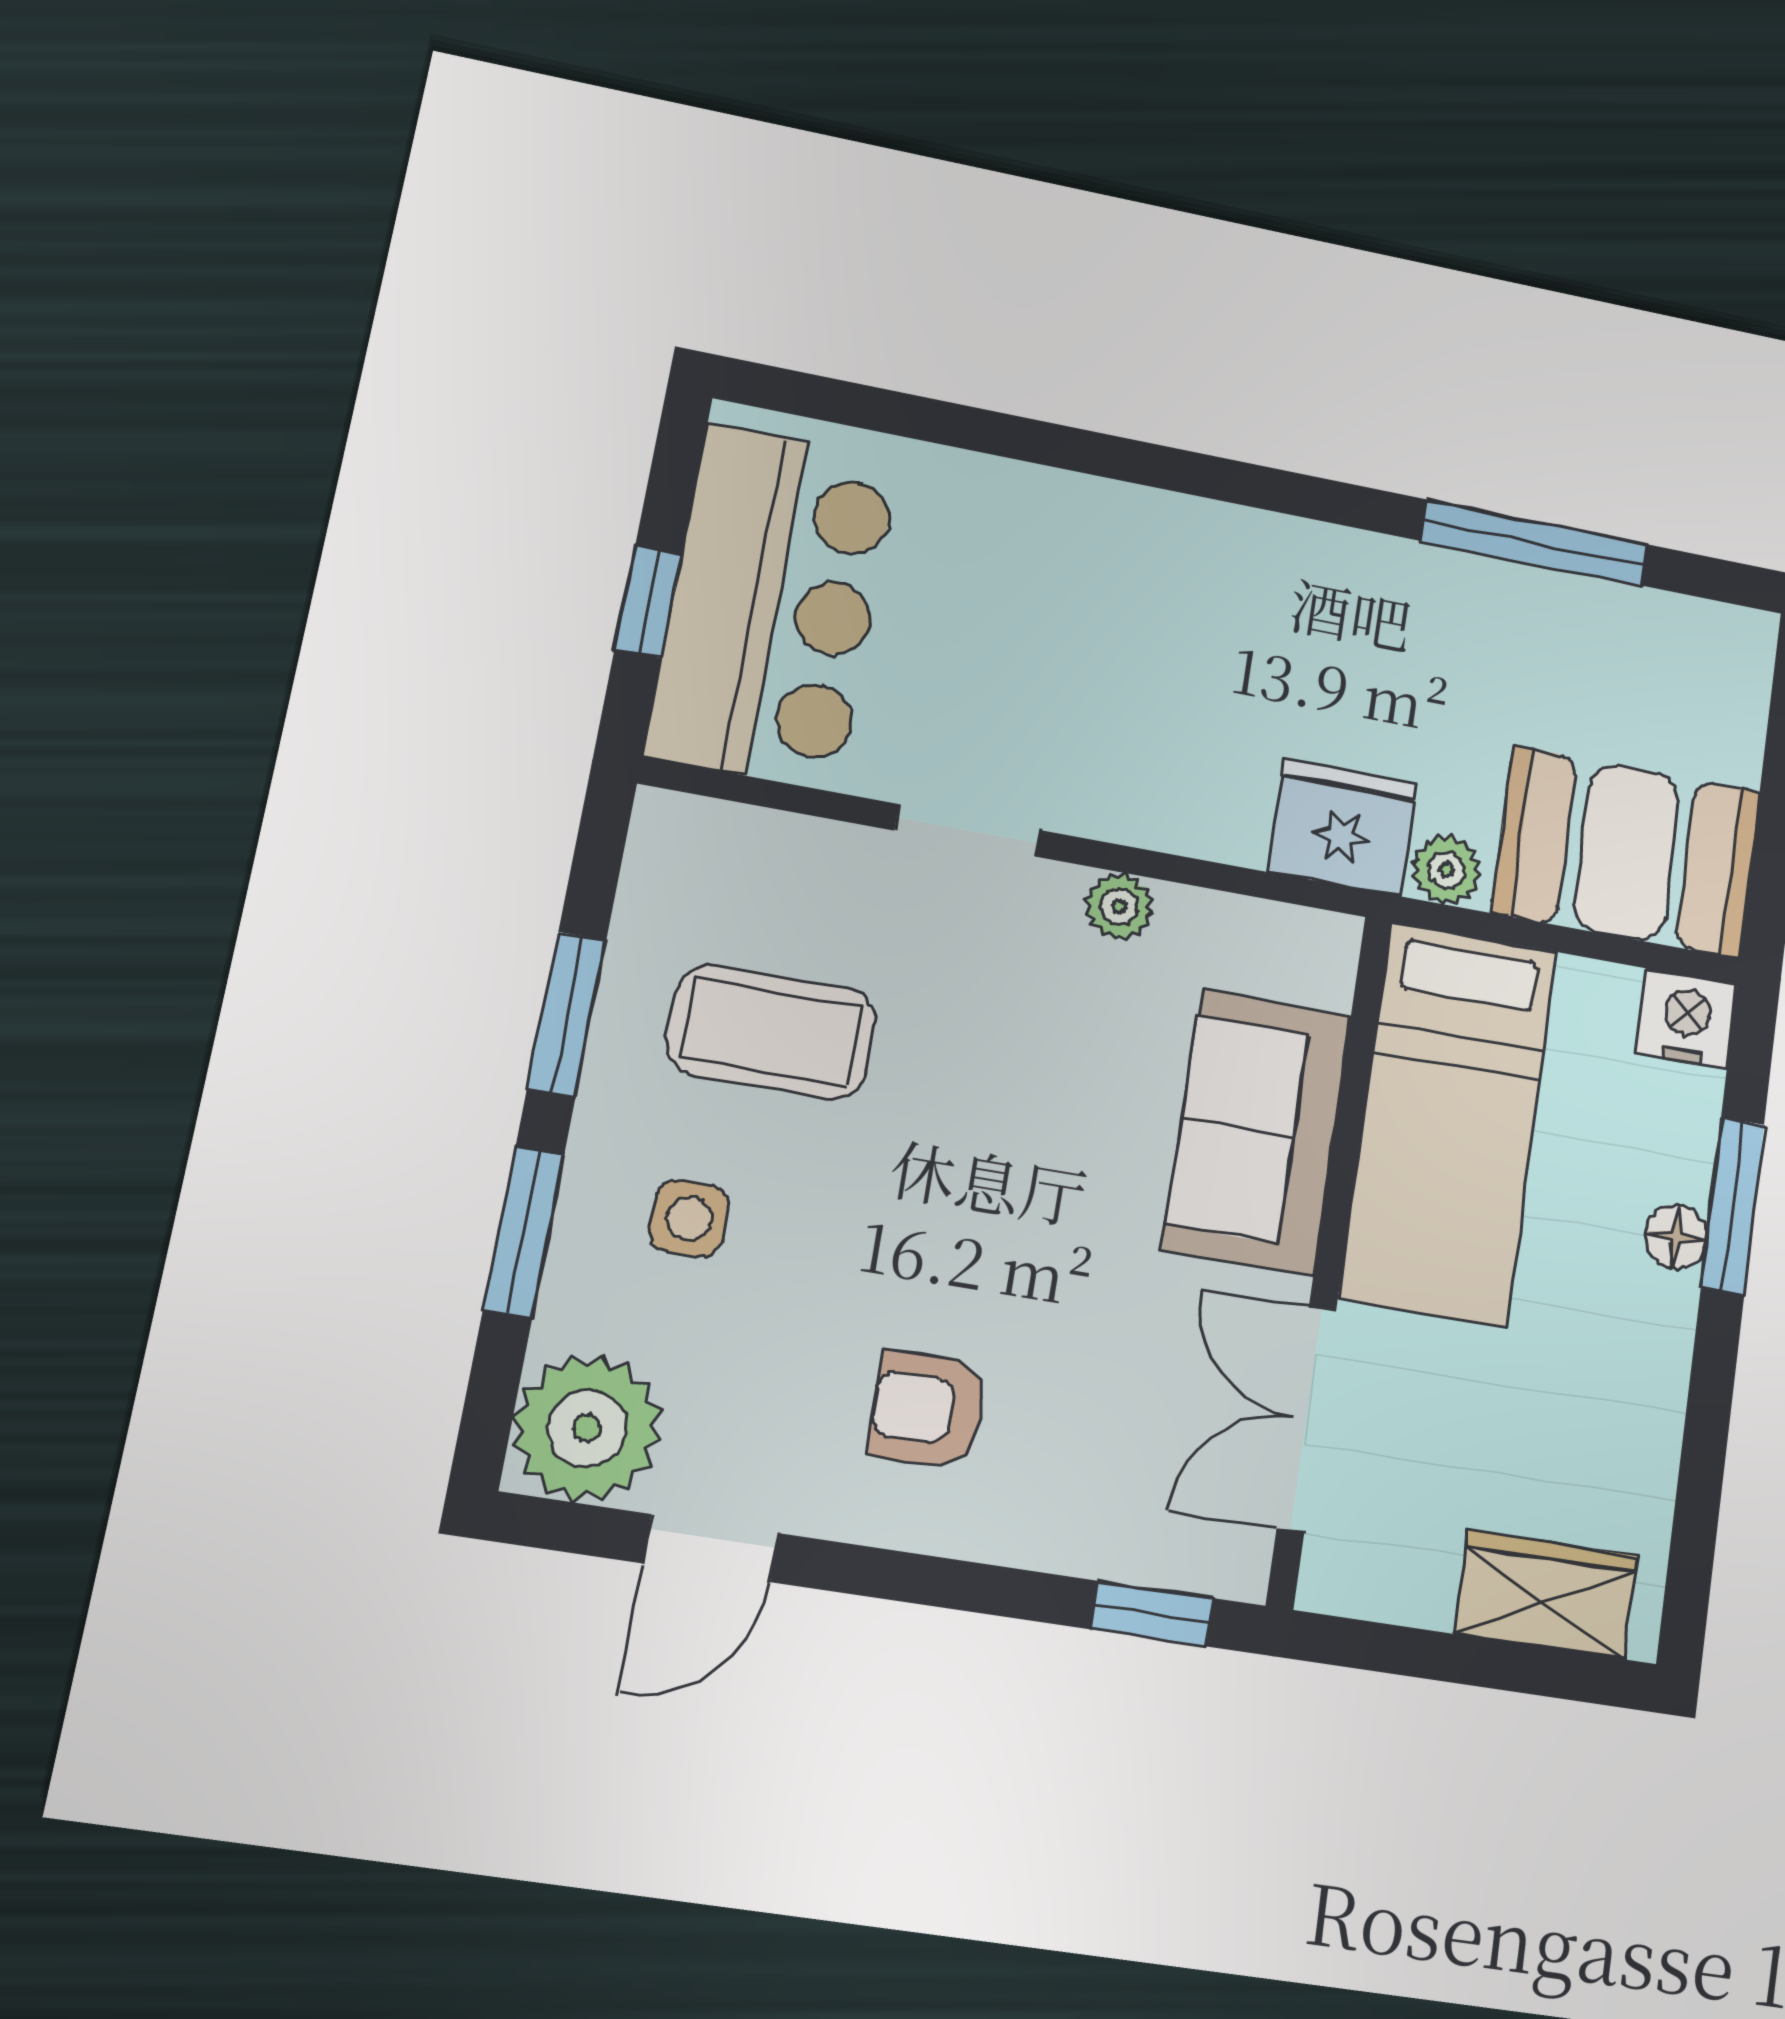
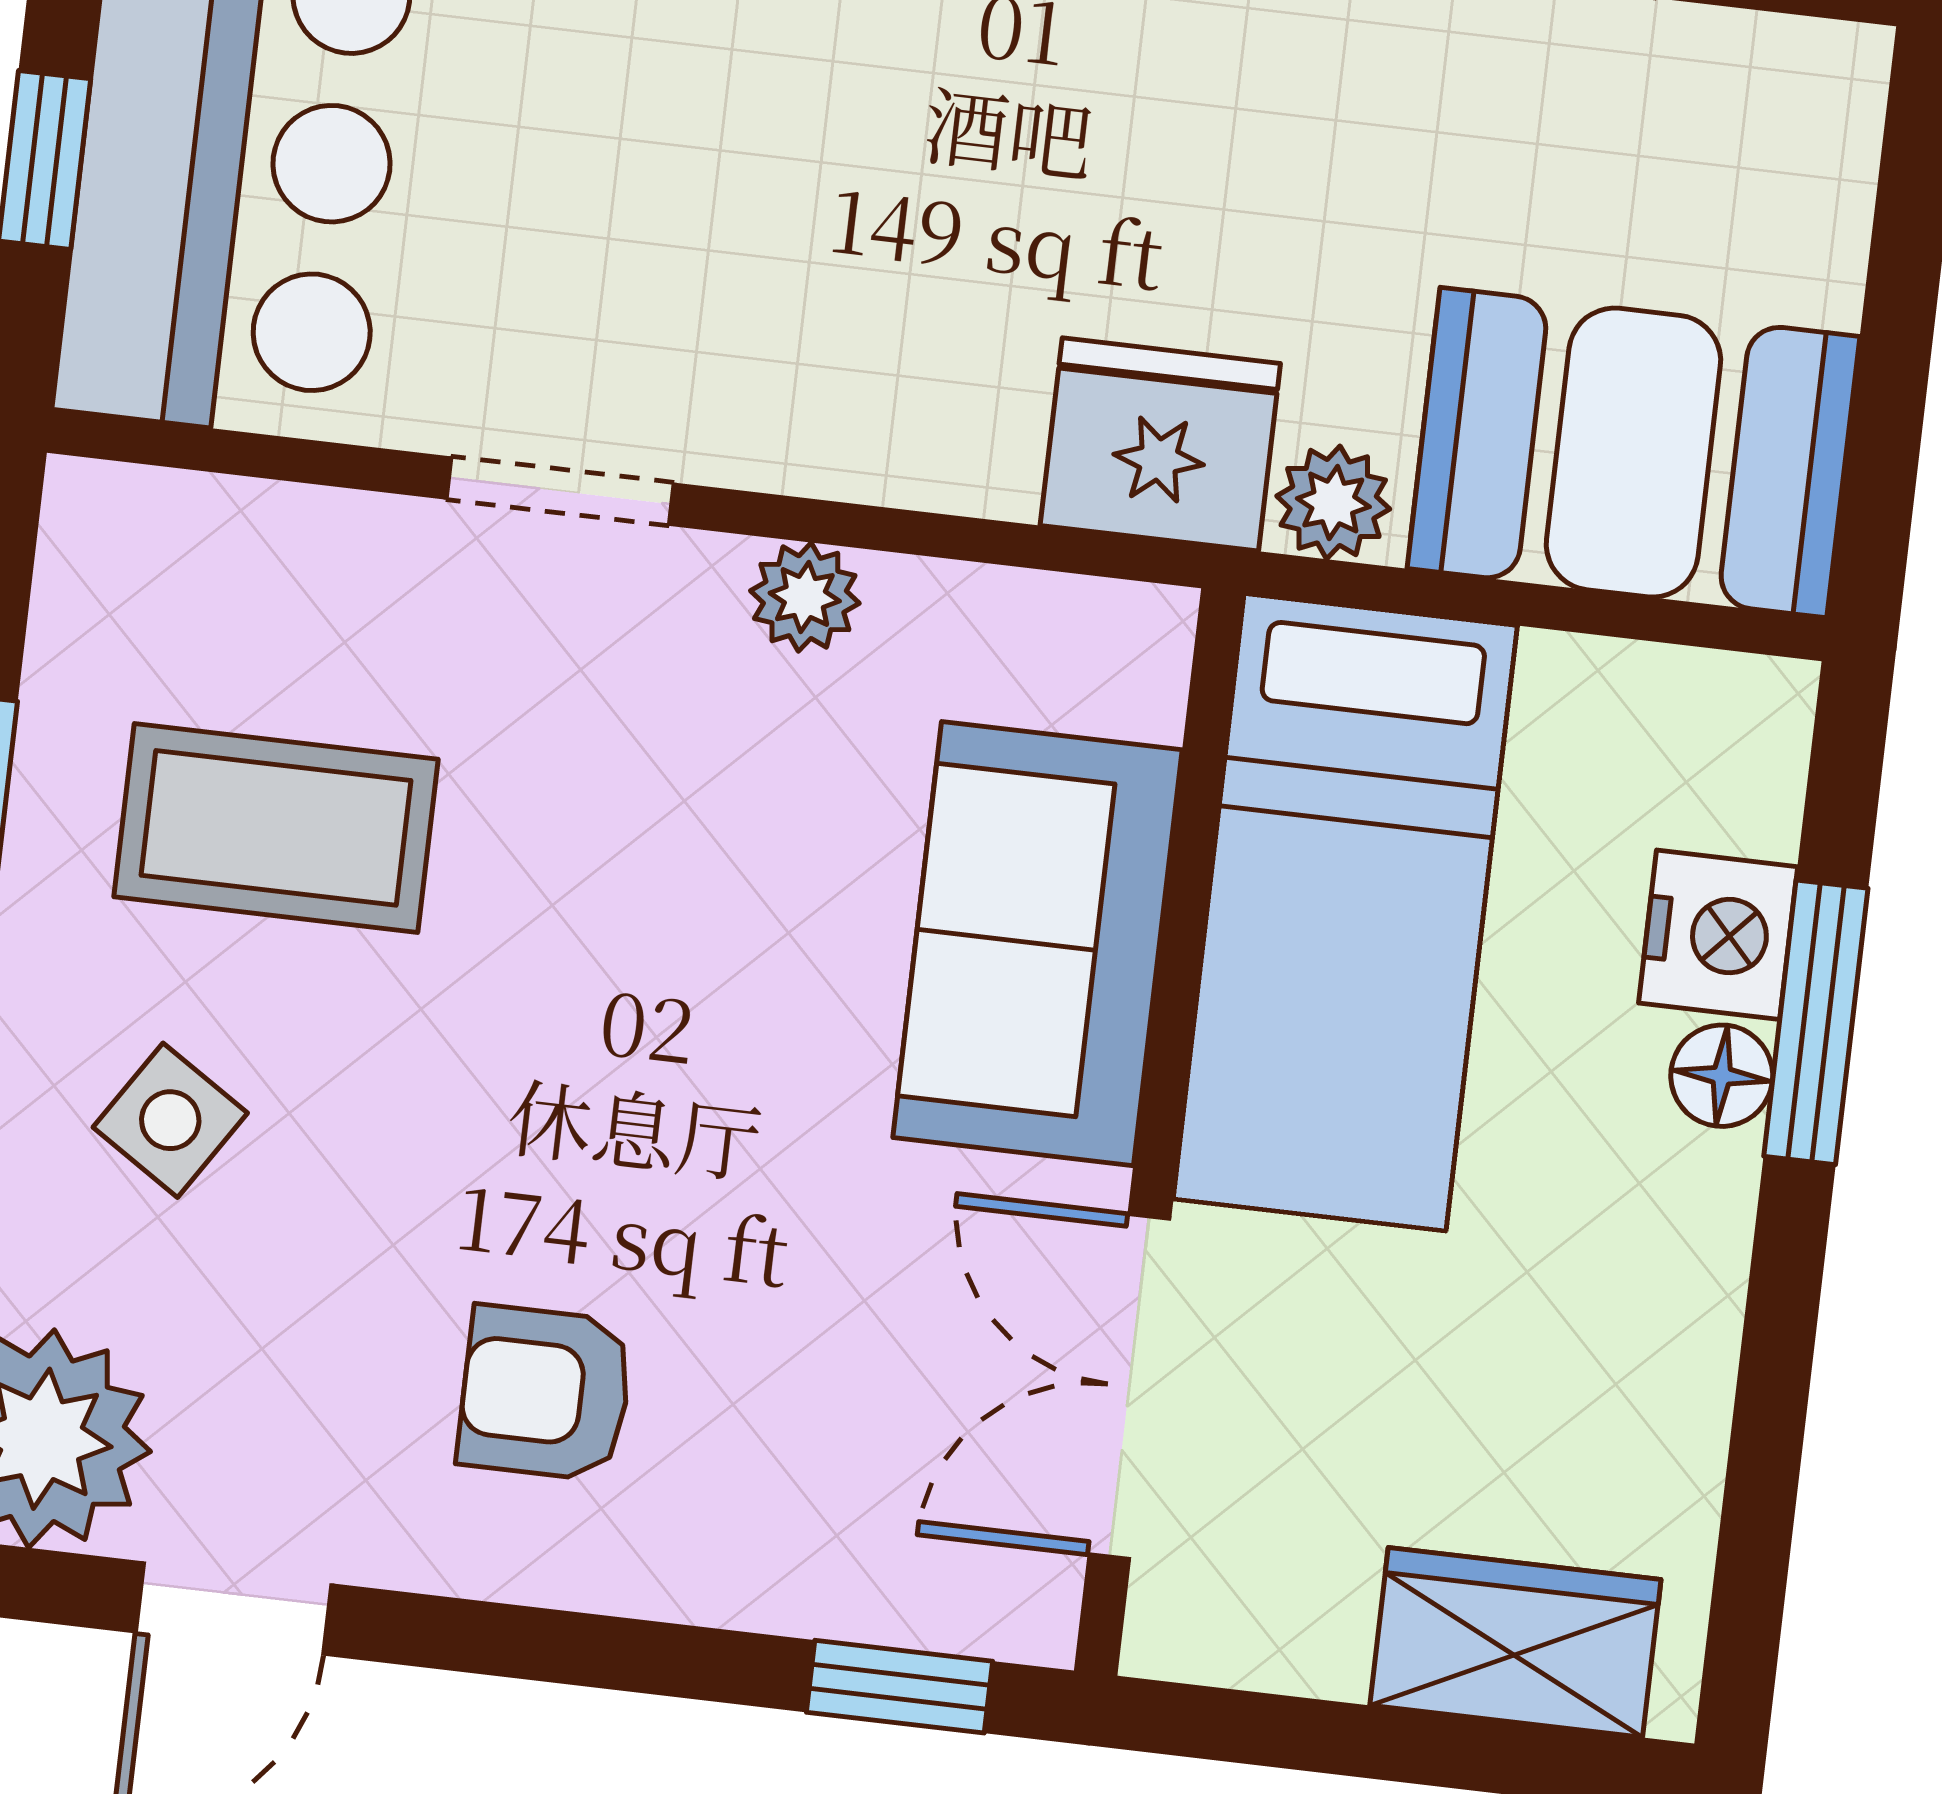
nightstand: (1687, 1019) -> (1718, 935), moved, turned 90
side table: (689, 1218) -> (170, 1120), turned 33

